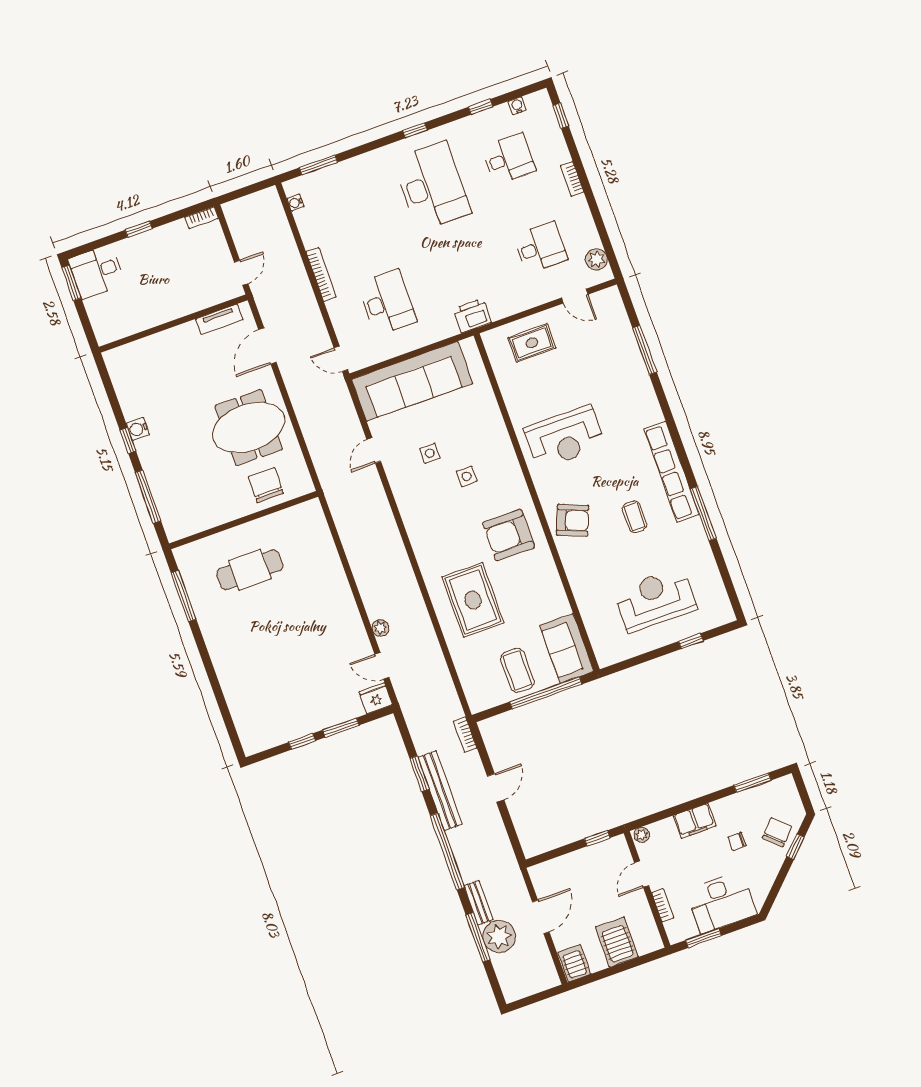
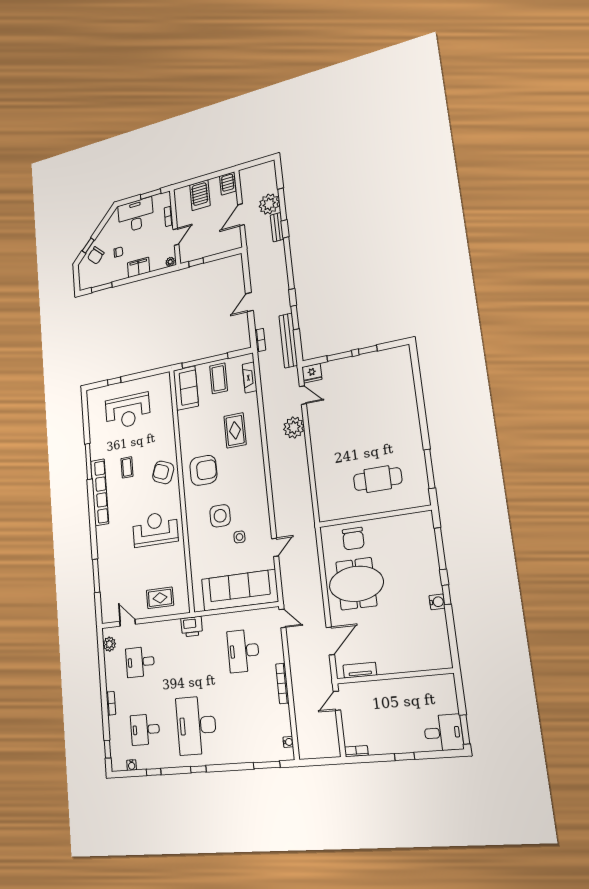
side table: (467, 476) -> (220, 516), width x1.87, depth x1.87
rug: (473, 600) -> (235, 430), width x0.73, depth x0.70
plant: (380, 628) -> (294, 428), width x1.87, depth x1.87
fireplace: (469, 679) -> (250, 377), added
bench: (440, 791) -> (288, 340), moved

